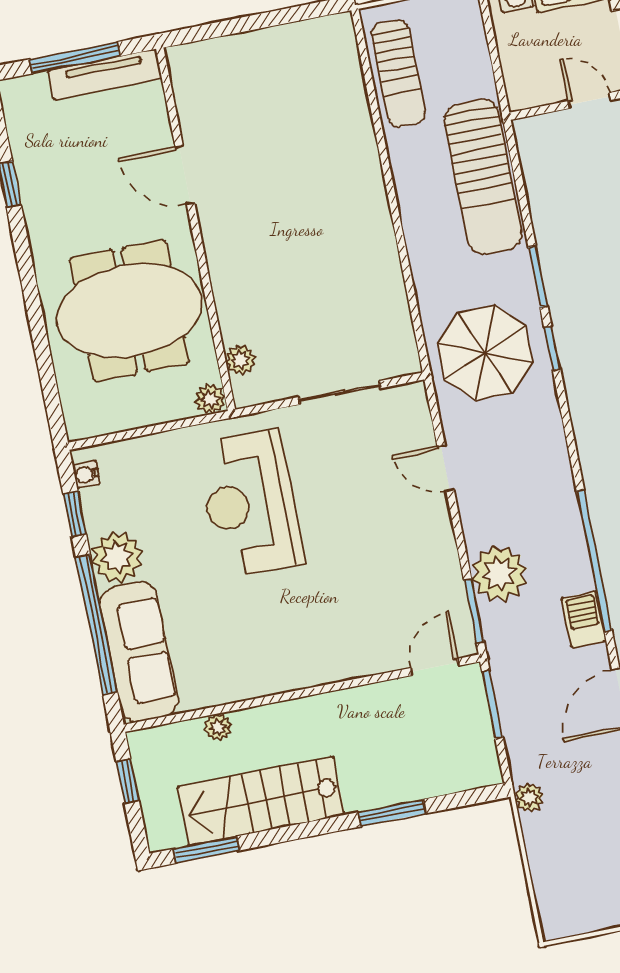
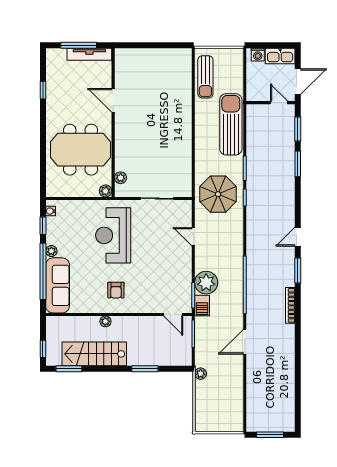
sun lounger: (483, 177) -> (231, 124), turned 180
plant: (117, 557) -> (51, 251), width x0.53, depth x0.53
barbecue: (584, 619) -> (202, 305), moved, turned 180
armchair: (283, 635) -> (116, 290), added
door: (435, 667) -> (173, 314), swing flipped
plant: (218, 727) -> (105, 321), moved
window: (128, 781) -> (43, 349), moved

